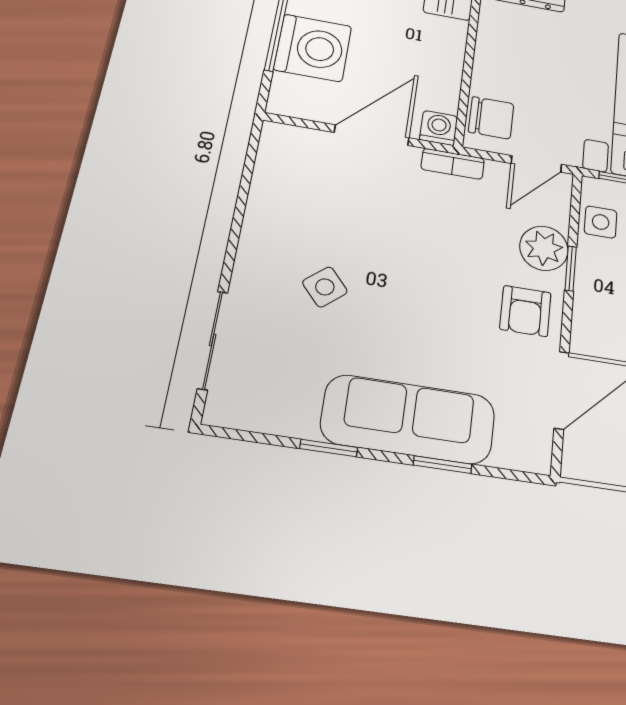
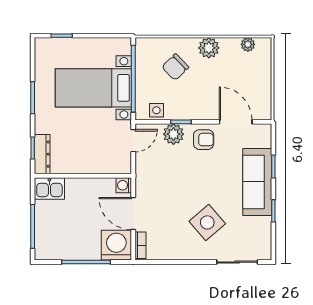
washing machine: (313, 48) -> (116, 245), moved
chair: (491, 118) -> (114, 163), removed
bookcase: (453, 164) -> (140, 245), moved
door: (536, 164) -> (133, 141), hinge flipped
side table: (325, 287) -> (207, 222), width x1.87, depth x1.87

